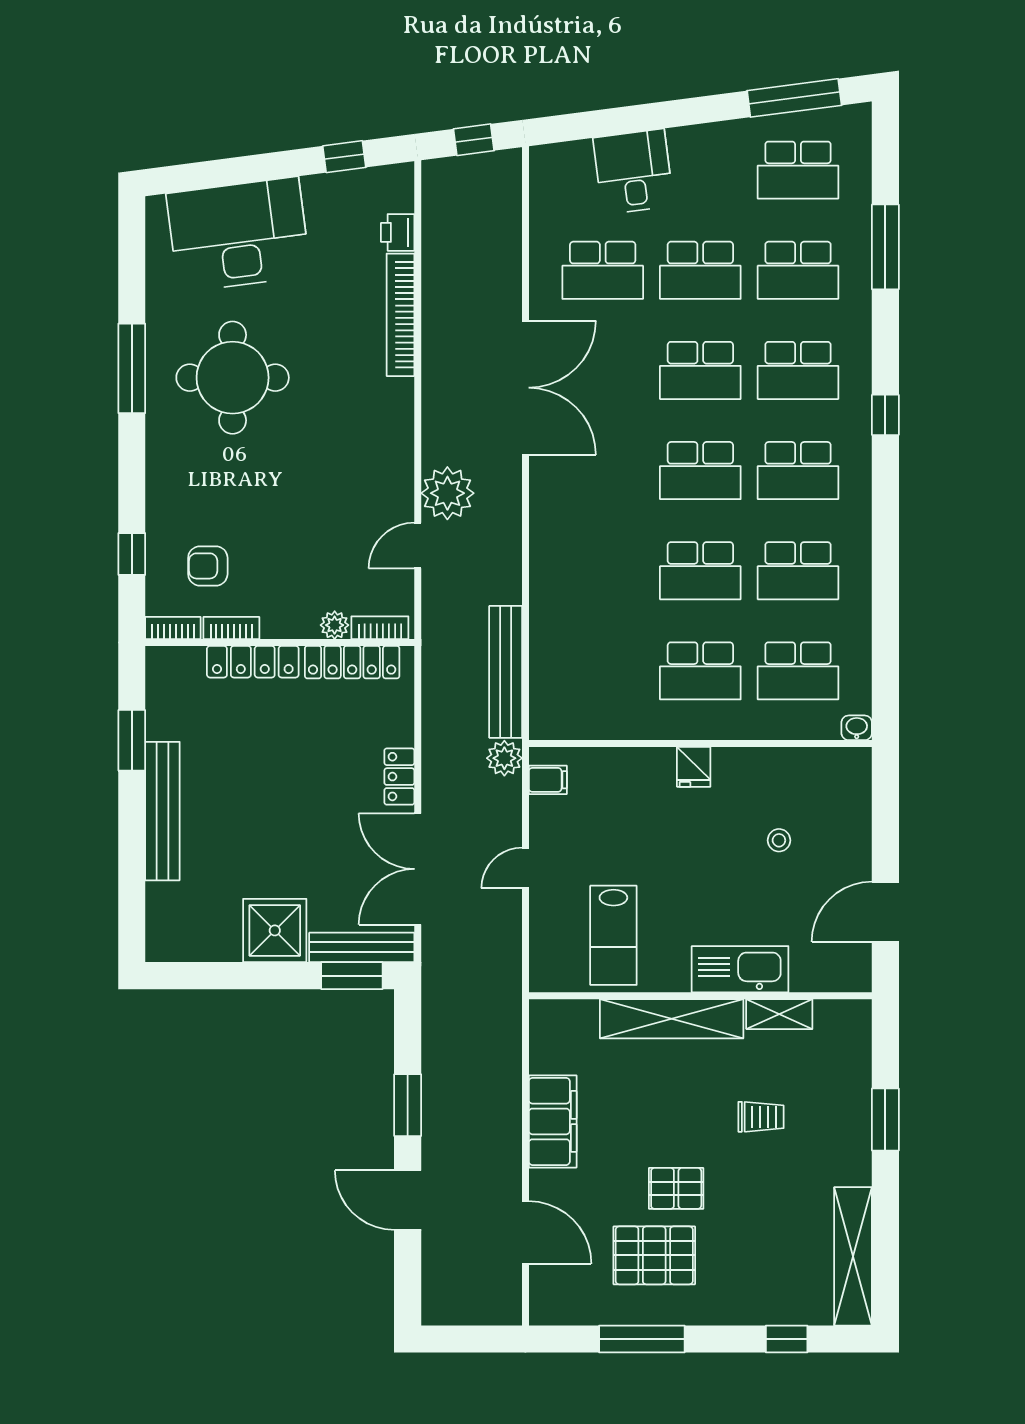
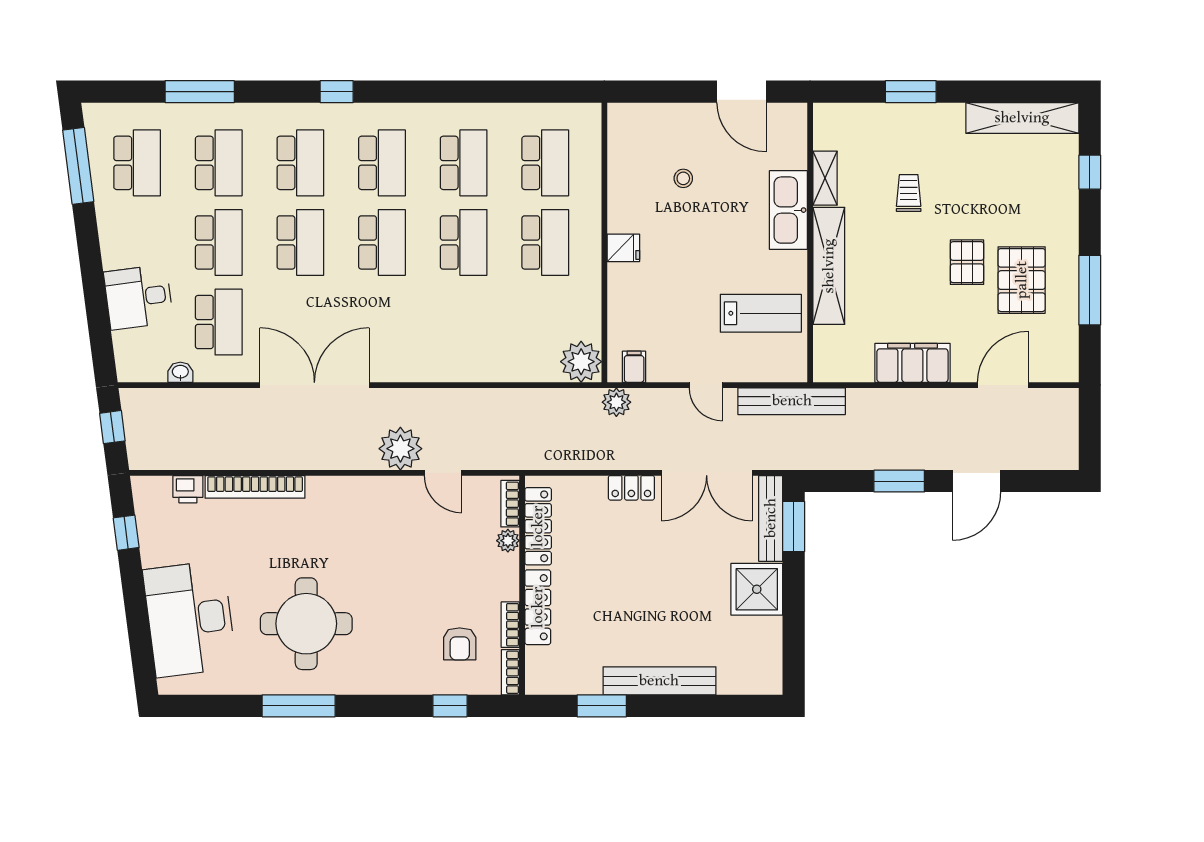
bench: (506, 672) -> (792, 401), moved
plant: (554, 715) -> (581, 362), added
washbasin: (857, 728) -> (180, 372), moved, turned 90

